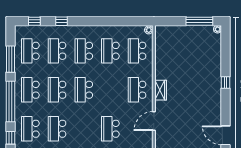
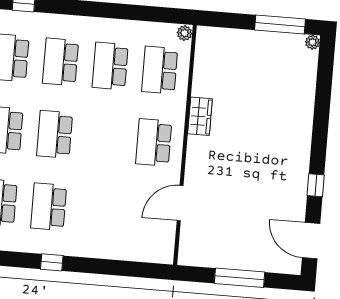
window: (226, 82) -> (316, 185), moved
wardrobe: (161, 90) -> (200, 116), moved
school desk: (110, 129) -> (49, 207), moved

